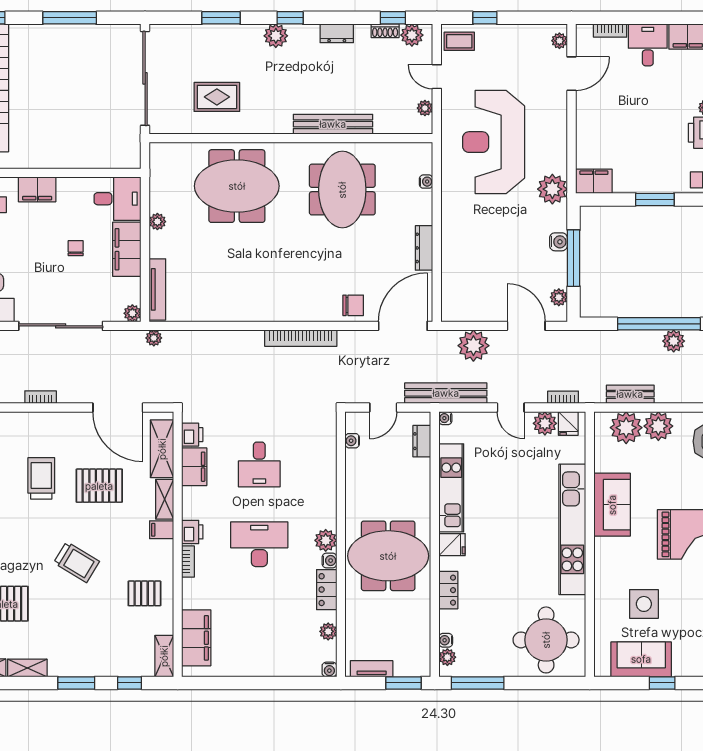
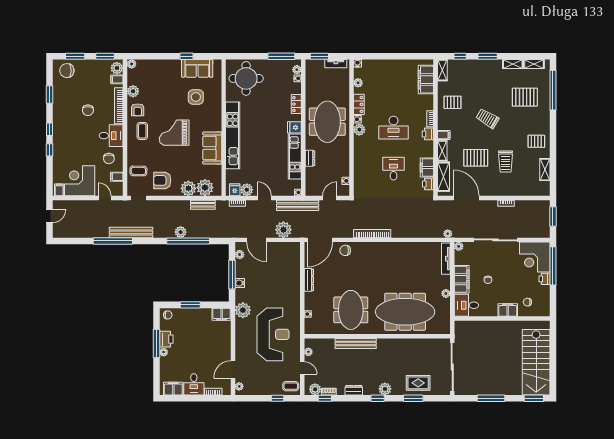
rug: (217, 97) -> (418, 383), moved
meeting table: (237, 186) -> (405, 312), width x1.36
dresser: (422, 441) -> (310, 158), moved
meeting table: (388, 556) -> (327, 122), turned 90

